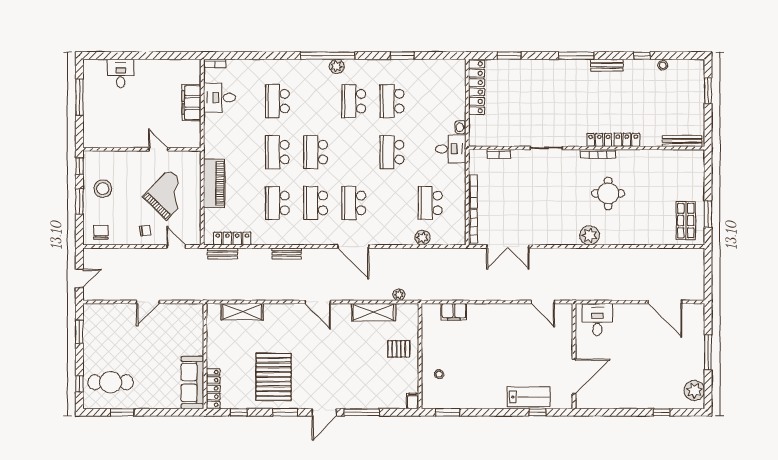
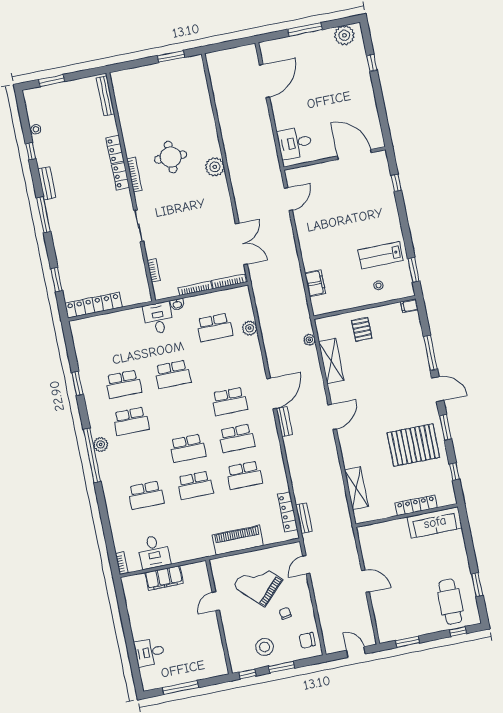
washbasin: (461, 127) -> (177, 304), moved
shop shelf: (686, 221) -> (182, 77), removed
chair: (145, 230) -> (285, 613), moved
bench: (287, 253) -> (284, 422), moved
locker: (213, 388) -> (416, 505), moved
lab bench: (529, 397) -> (381, 255), moved, turned -90

